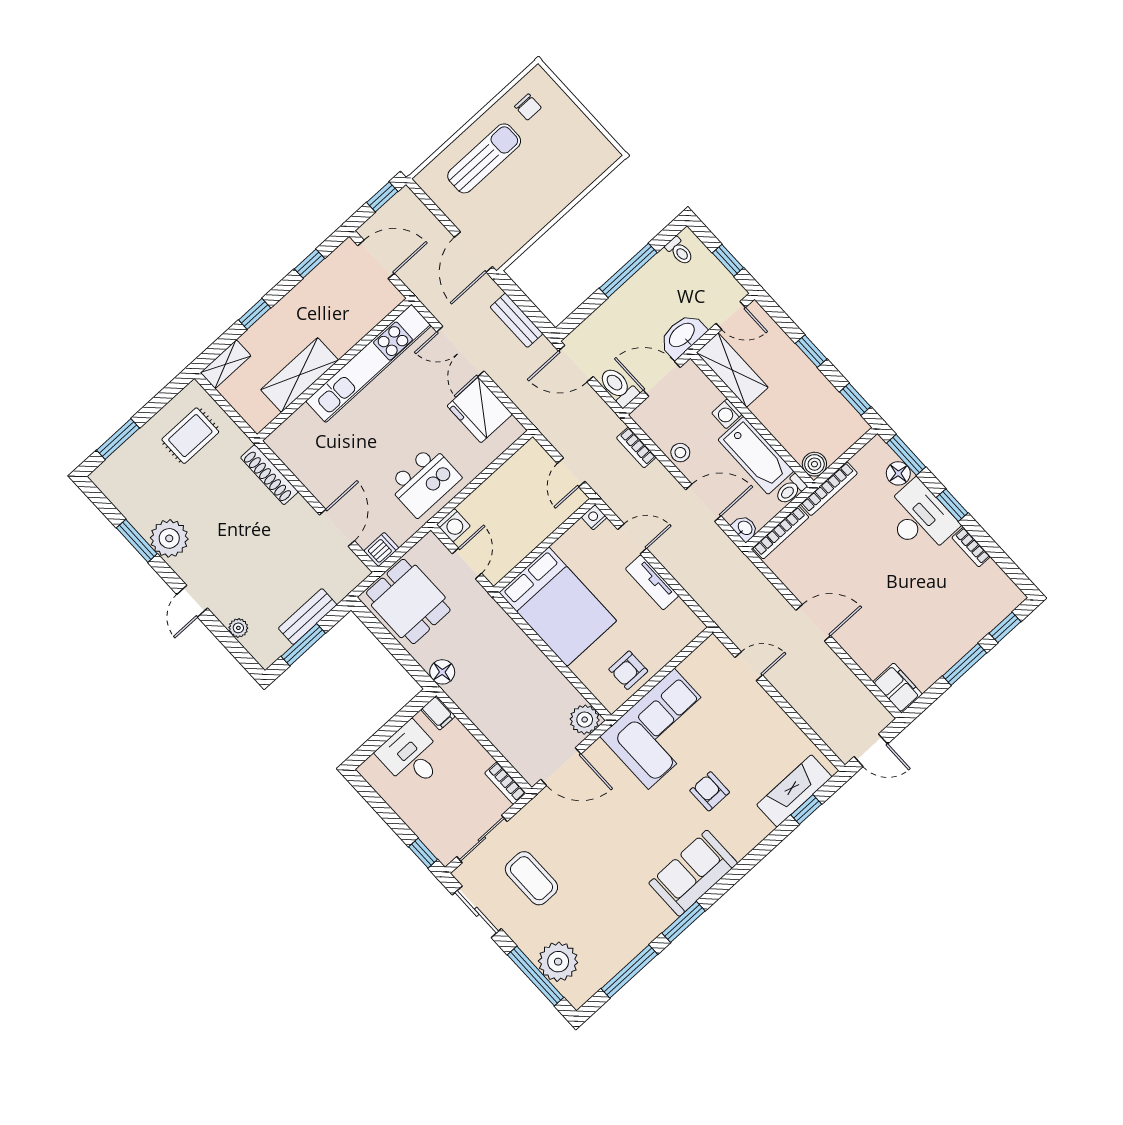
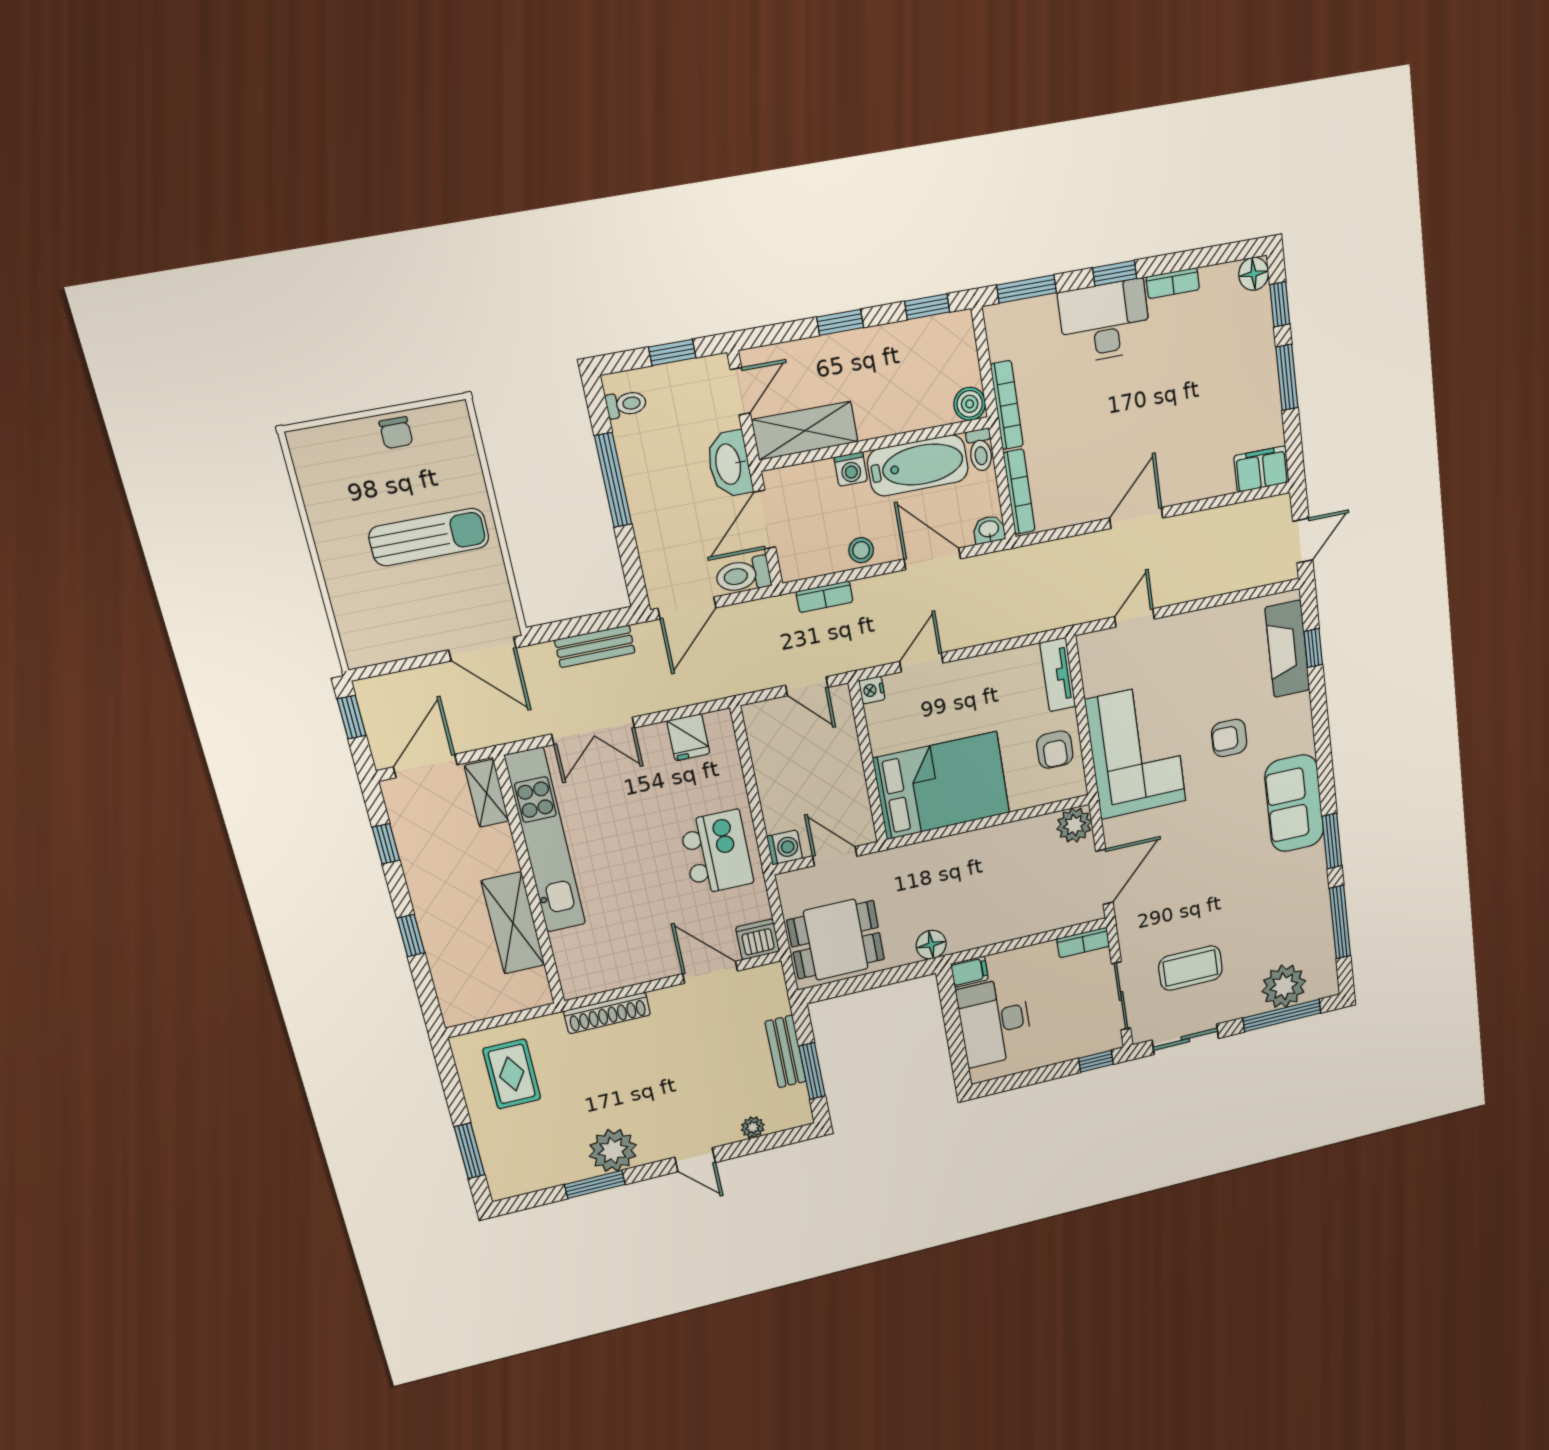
chair: (528, 107) -> (396, 433), moved, turned 90
sun lounger: (484, 158) -> (429, 537), moved, turned 90
shelving: (226, 364) -> (487, 793), moved
fridge: (480, 410) -> (688, 737), width x0.53, depth x0.75
floor lamp: (898, 473) -> (1254, 274), moved
door: (703, 503) -> (932, 559), hinge flipped
dishwasher: (381, 550) -> (758, 939), width x1.38
tv unit: (652, 582) -> (1058, 675), moved, turned 90
desk: (411, 756) -> (995, 1022), width x1.37

